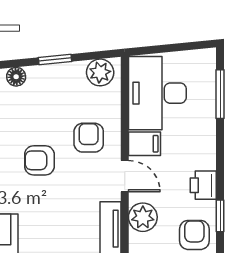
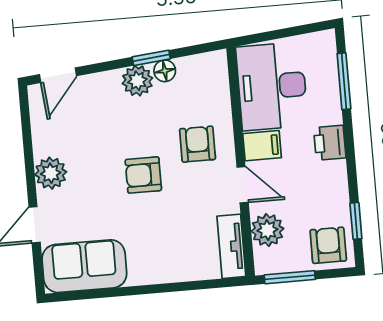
plant: (100, 72) -> (137, 81), moved
floor lamp: (16, 77) -> (165, 71), moved
printer: (203, 185) -> (330, 143), moved

